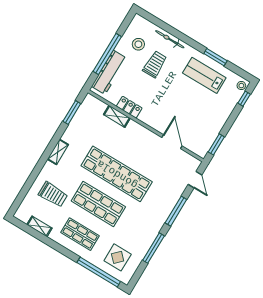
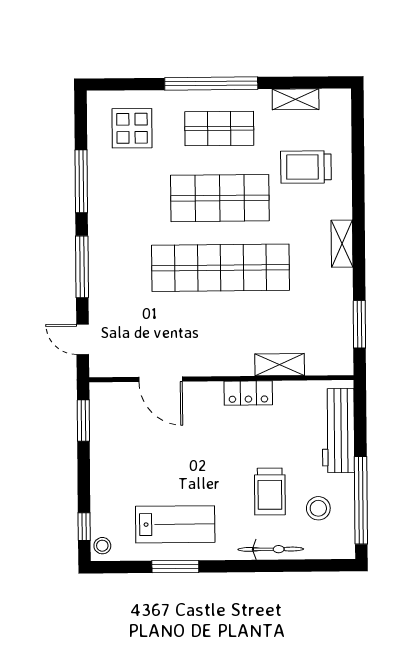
window: (107, 54) -> (361, 500), moved
locker: (129, 107) -> (248, 393), moved
window: (99, 272) -> (211, 83), moved

